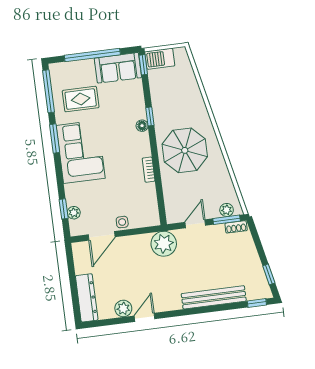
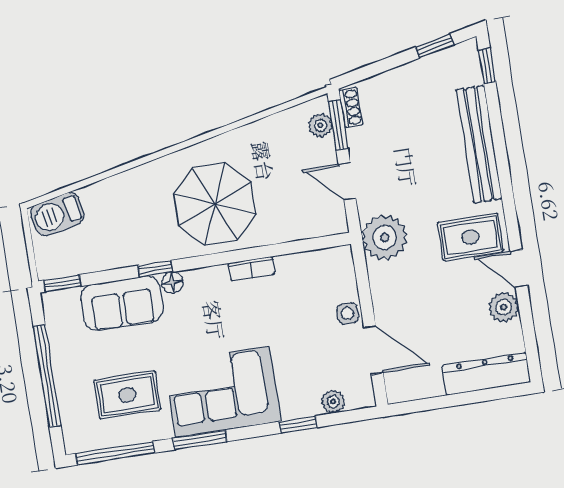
barbecue: (160, 59) -> (57, 214), moved, turned 78
sofa: (118, 68) -> (122, 303), moved, turned 90
rug: (81, 99) -> (127, 395), turned 90
window: (64, 209) -> (298, 424), moved
rug: (163, 291) -> (470, 237), added

